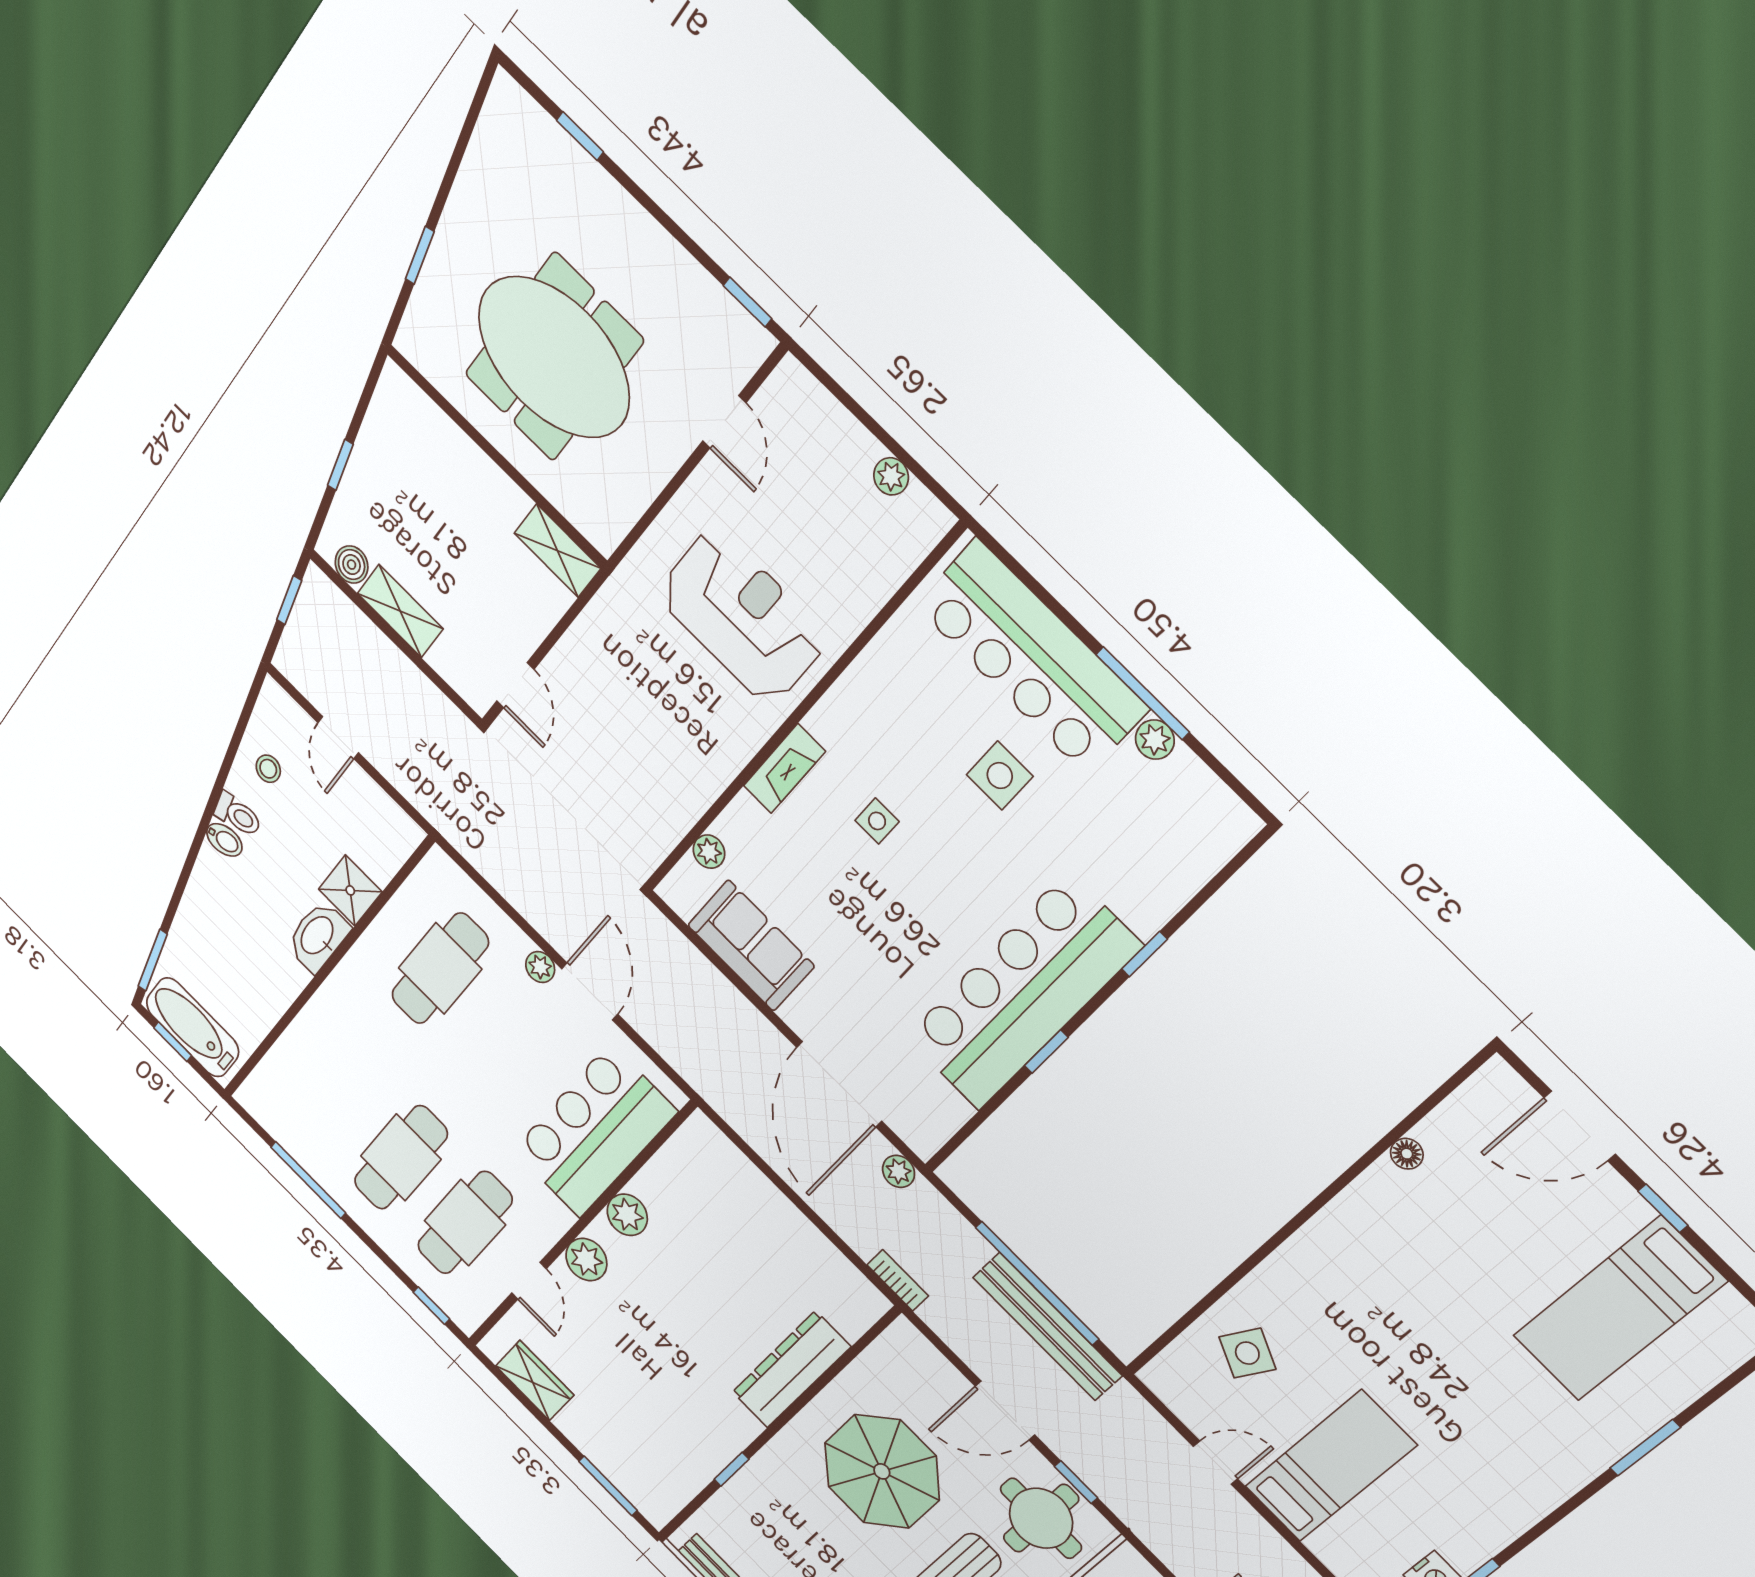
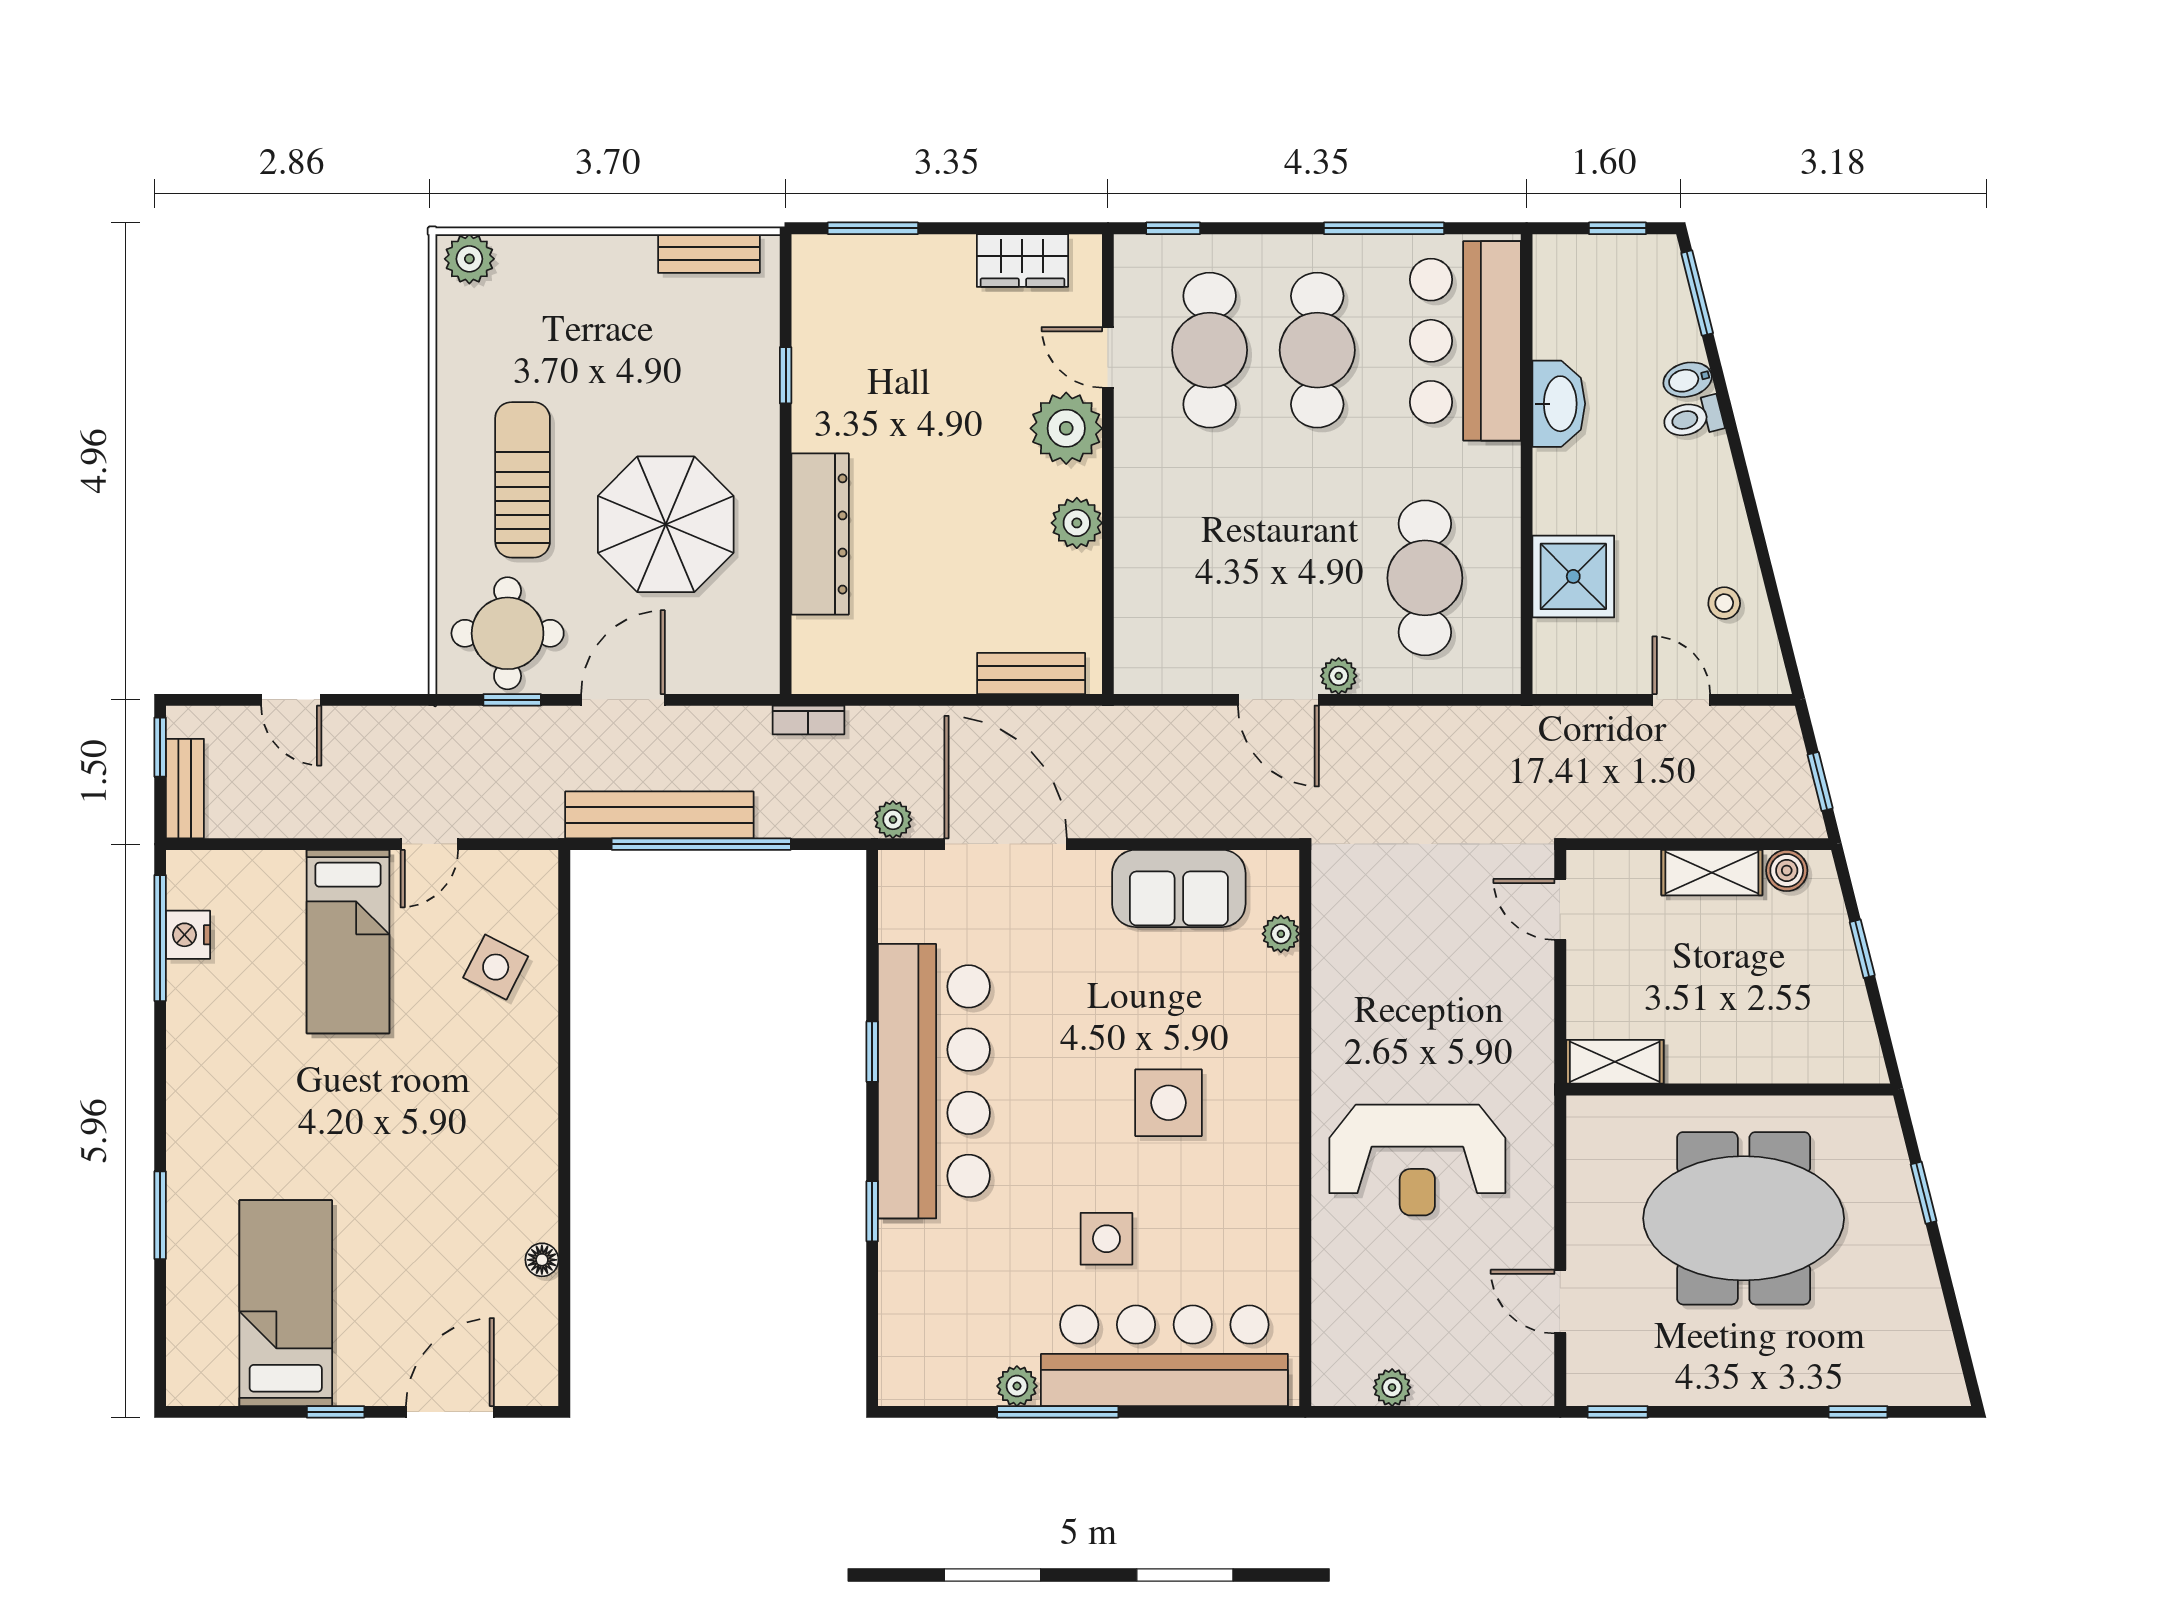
fireplace: (784, 769) -> (1279, 1069), removed
toilet: (238, 815) -> (1693, 418), moved
side table: (877, 821) -> (1169, 1103), width x1.87, depth x1.87
bidet: (224, 840) -> (1688, 380), moved
shower: (350, 890) -> (1573, 576), width x1.36, depth x1.36
washbasin: (318, 936) -> (1559, 404), moved
bathtub: (193, 1027) -> (1609, 265), removed
bar counter: (594, 1131) -> (1465, 341), moved, turned 180
bench: (732, 1163) -> (1031, 673), added
plant: (586, 1260) -> (1066, 428), width x1.36, depth x1.36

